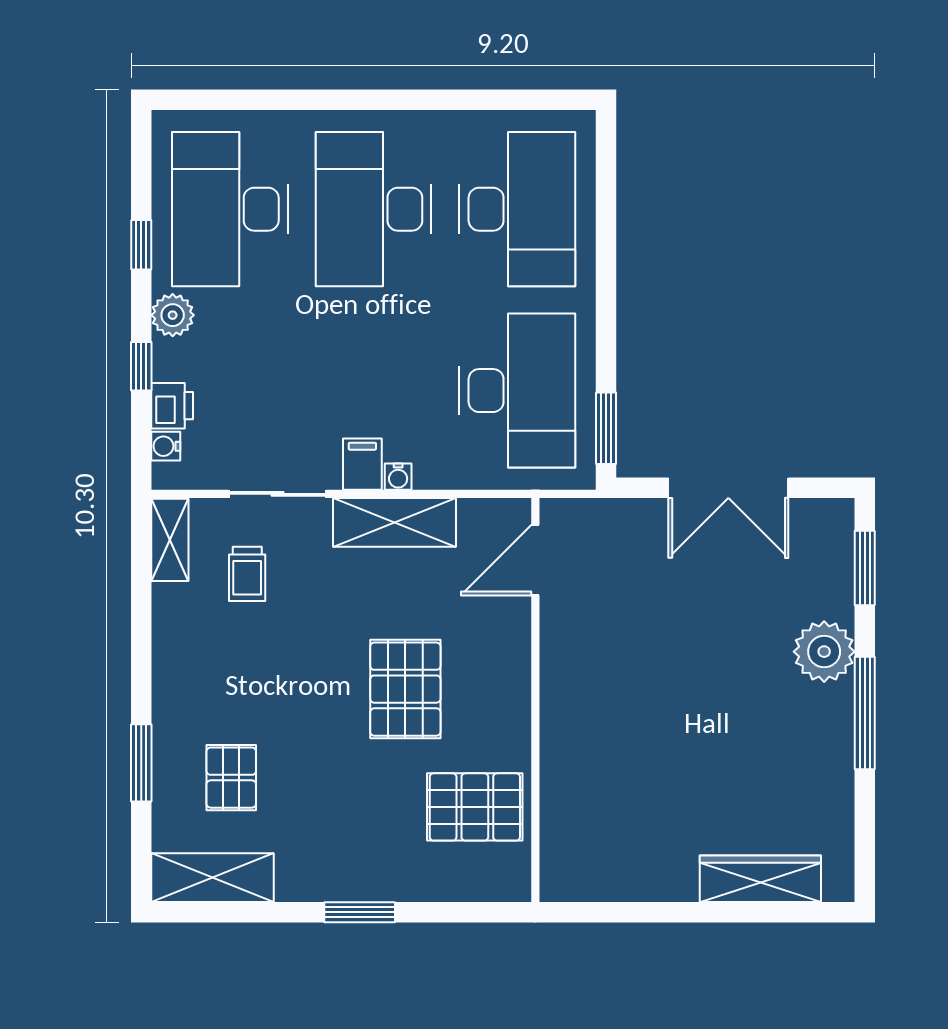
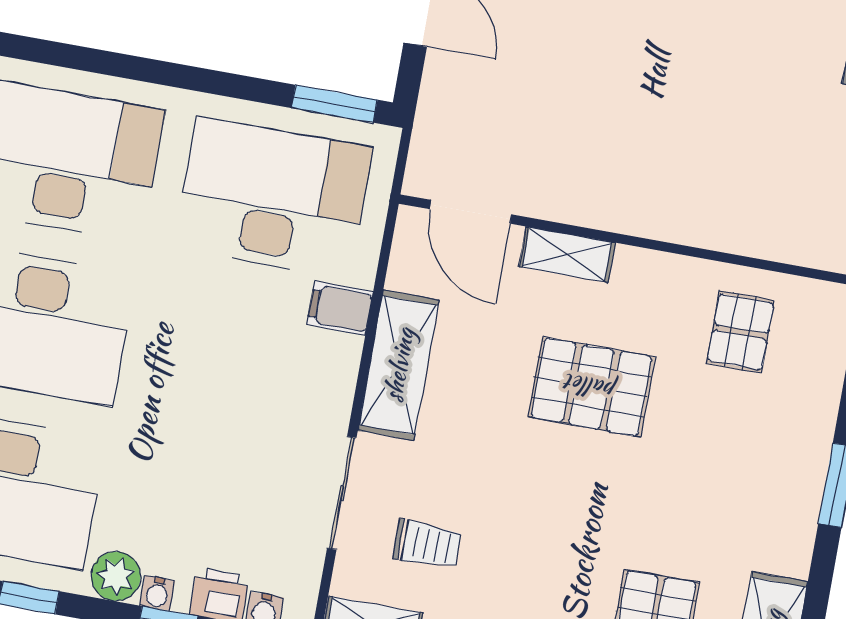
filing cabinet: (362, 464) -> (340, 308), moved
water cooler: (398, 477) -> (157, 593), moved, turned 90
shelving: (514, 648) -> (567, 255), added
pallet: (475, 807) -> (740, 332), width x0.67, depth x0.71

